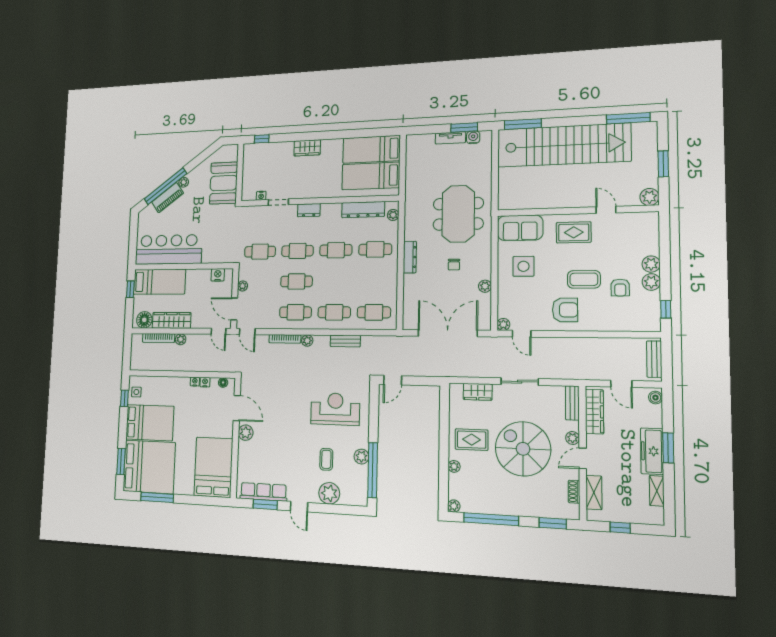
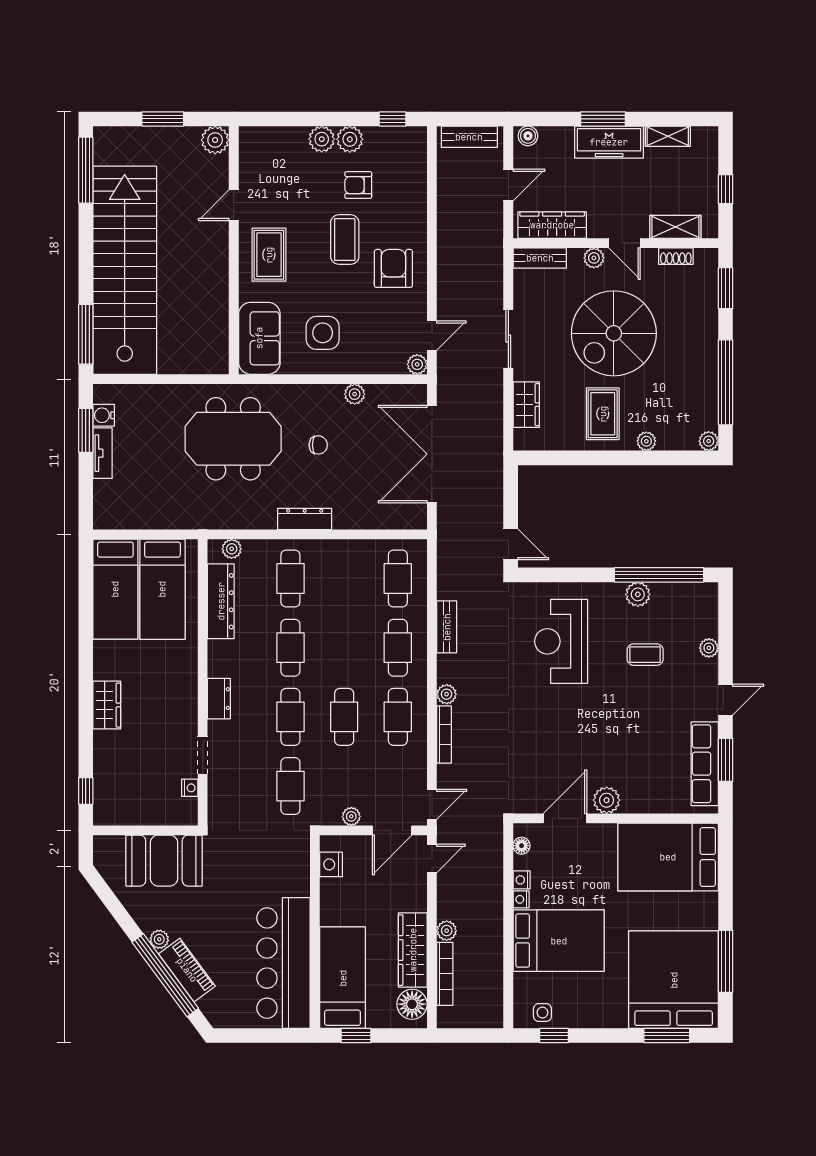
armchair: (620, 288) -> (358, 185), turned 180
bed: (150, 423) -> (559, 941), moved, turned 90
plant: (329, 493) -> (709, 648), width x0.53, depth x0.53

